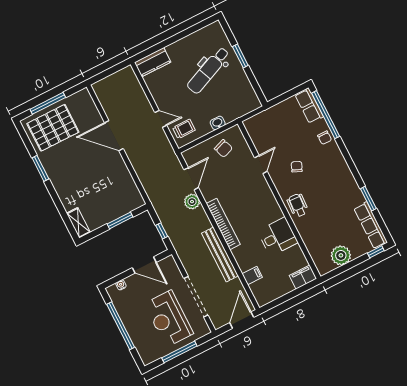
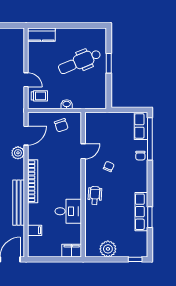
row of seats: (371, 225) -> (141, 212), moved

